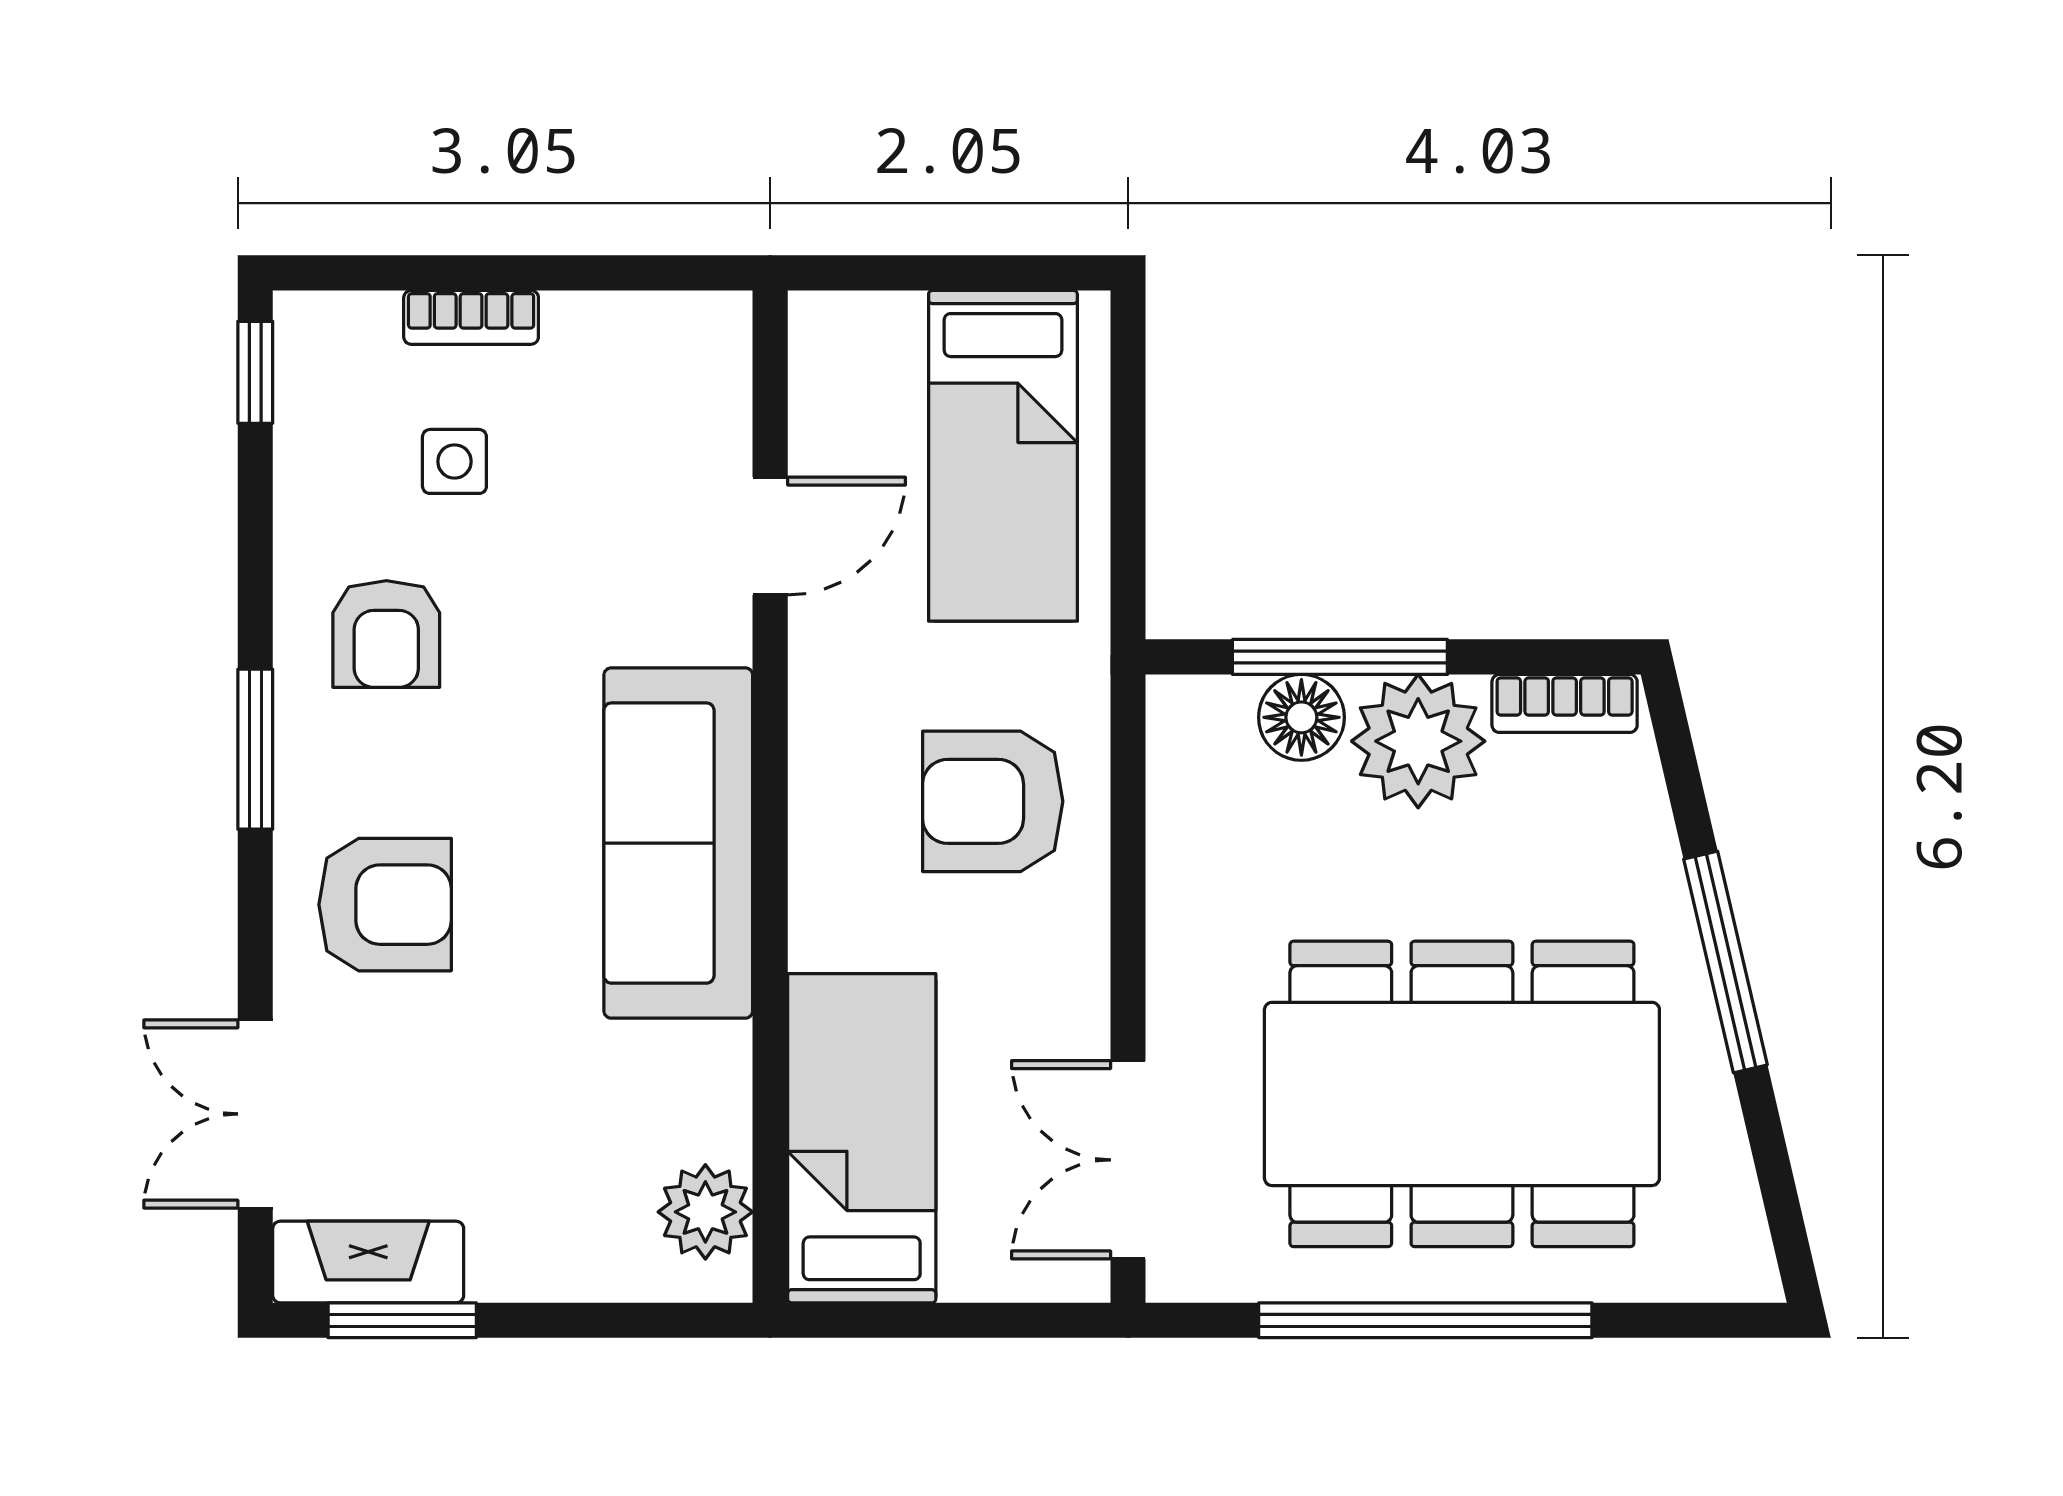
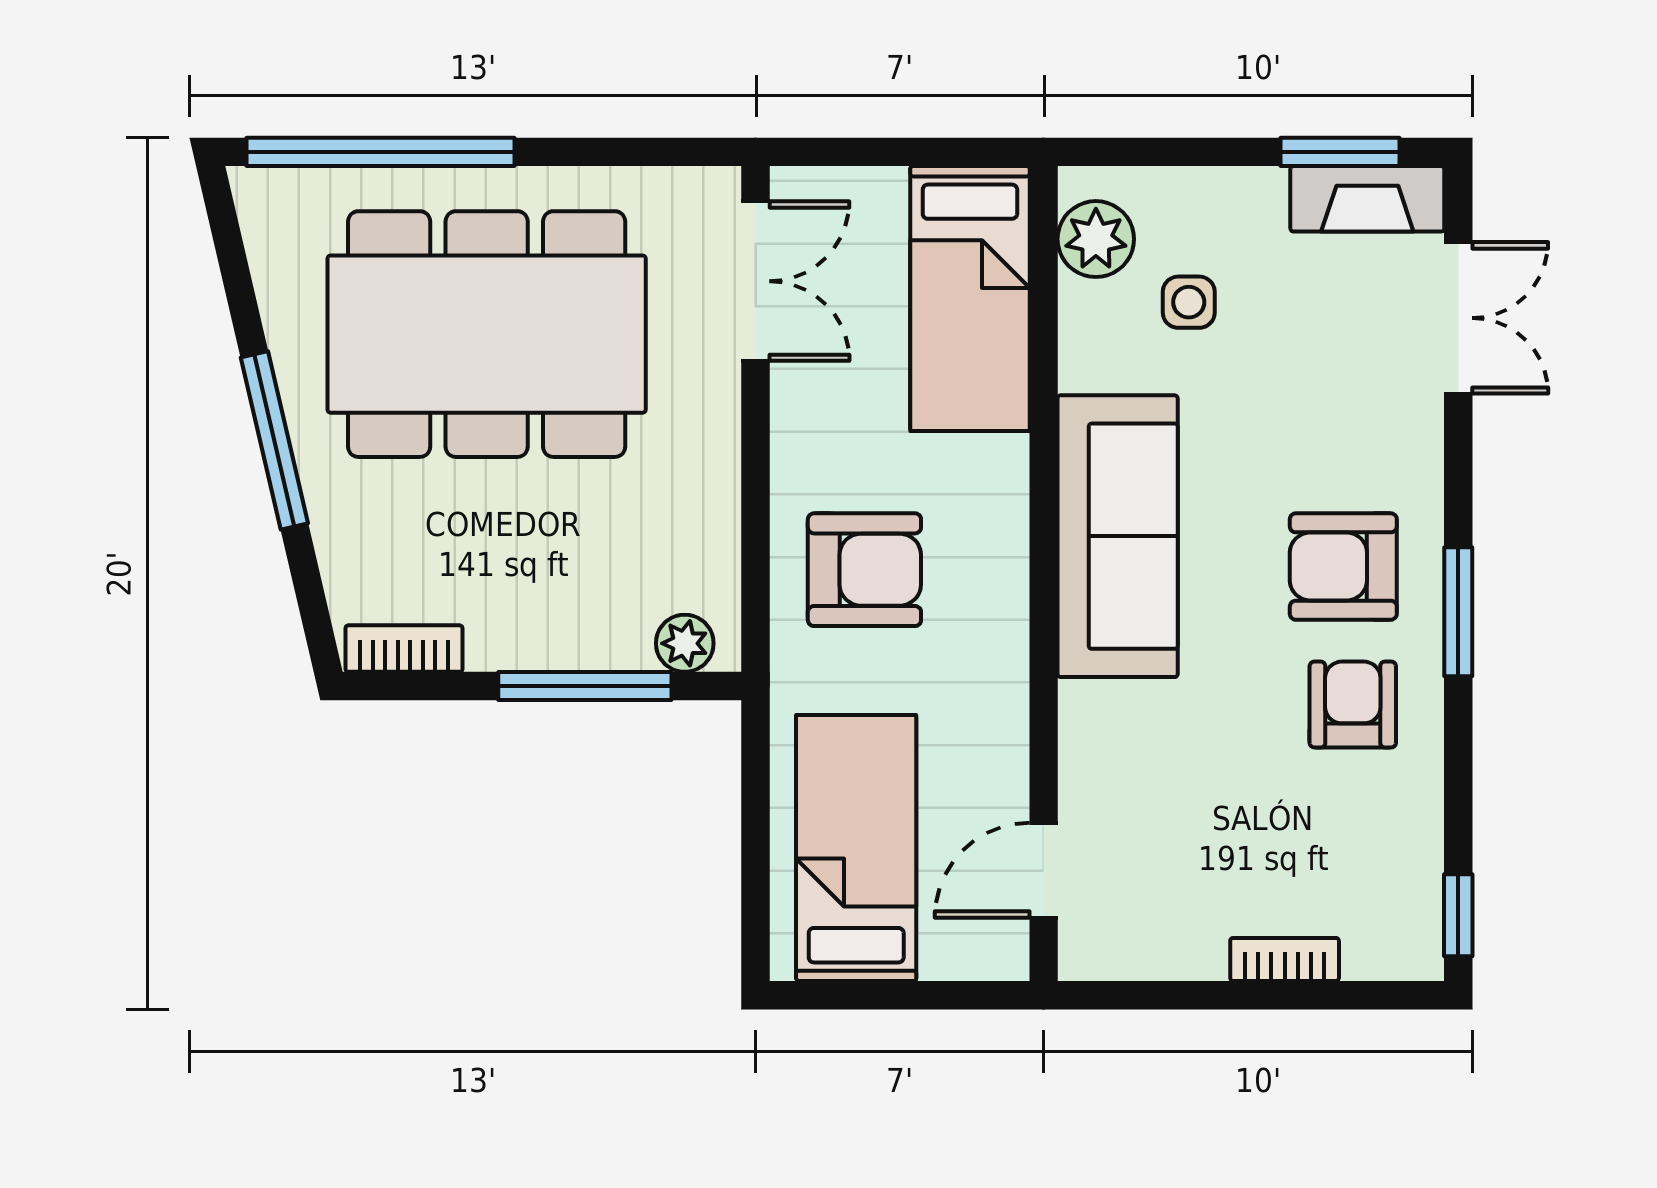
side table: (454, 461) -> (1189, 302), moved
door: (770, 536) -> (1044, 870), moved
floor lamp: (1301, 717) -> (616, 637), removed
plant: (1418, 741) -> (685, 643), moved, width x0.53, depth x0.53
armchair: (385, 905) -> (1343, 567), moved
window: (1425, 1320) -> (380, 152), moved

